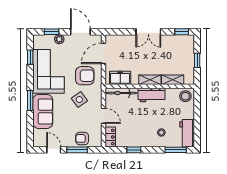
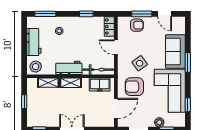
workbench: (187, 133) -> (34, 42), moved

